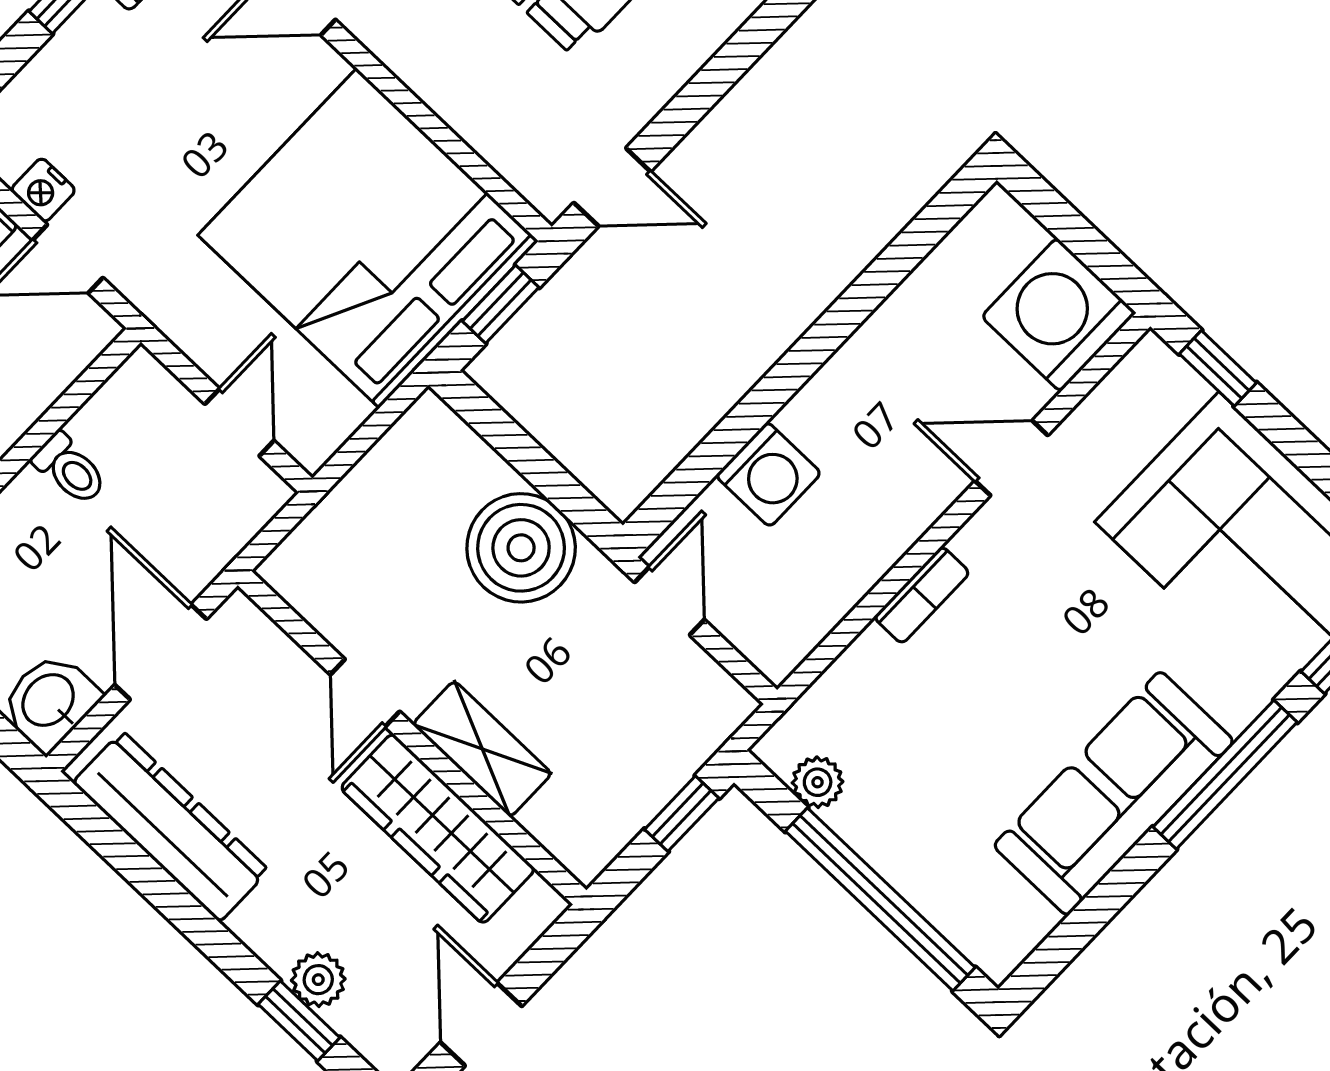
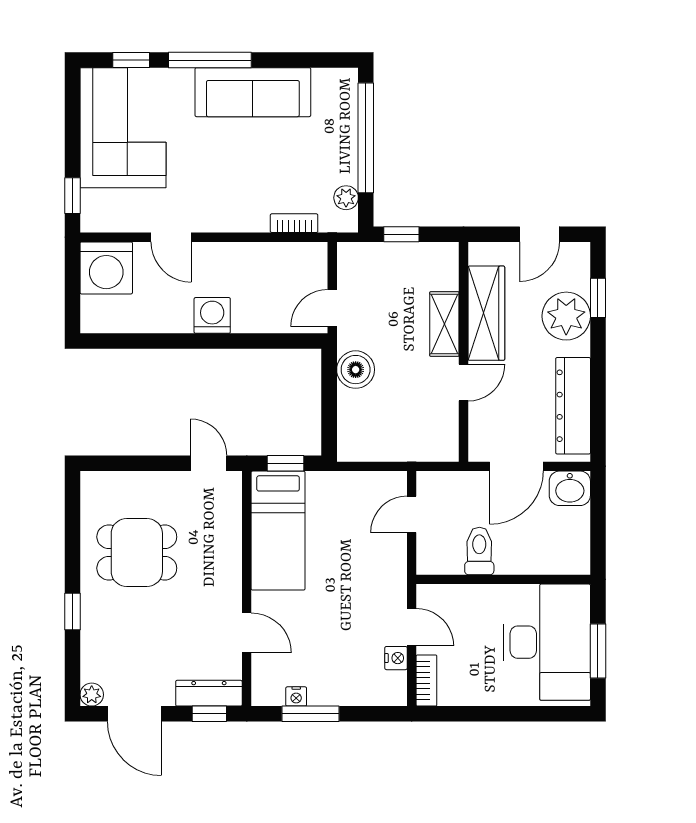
bed: (368, 238) -> (278, 531), width x0.49
toilet: (70, 469) -> (479, 551), width x1.37, depth x1.39
washing machine: (768, 474) -> (212, 315), moved
boiler: (521, 548) -> (356, 370), width x0.73, depth x0.73
bookcase: (922, 595) -> (294, 223), moved
plant: (318, 980) -> (566, 316), width x1.88, depth x1.88

